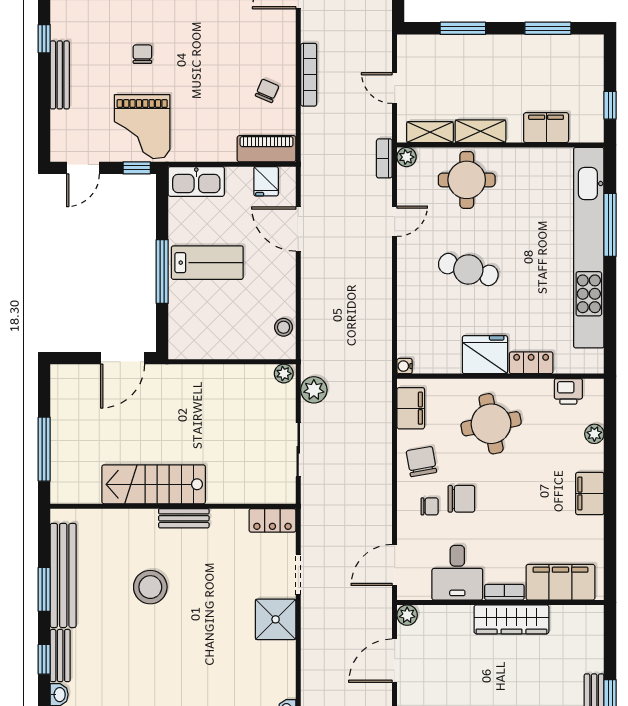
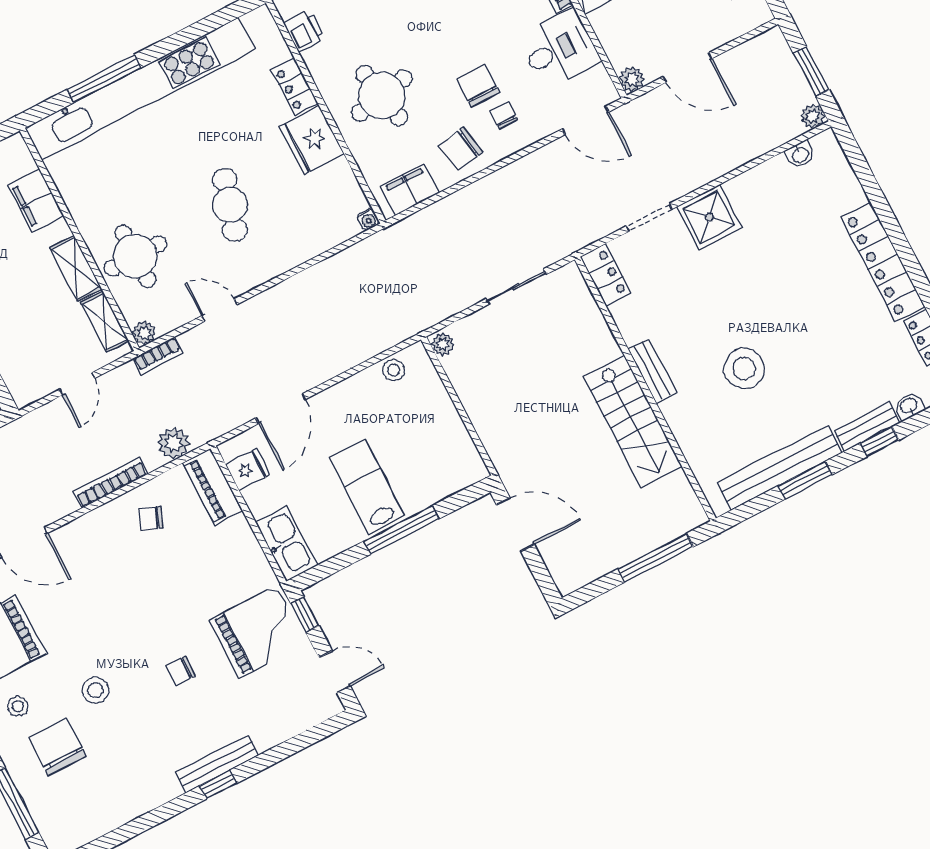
bench: (60, 75) -> (217, 764), moved
plant: (314, 390) -> (174, 443), moved

